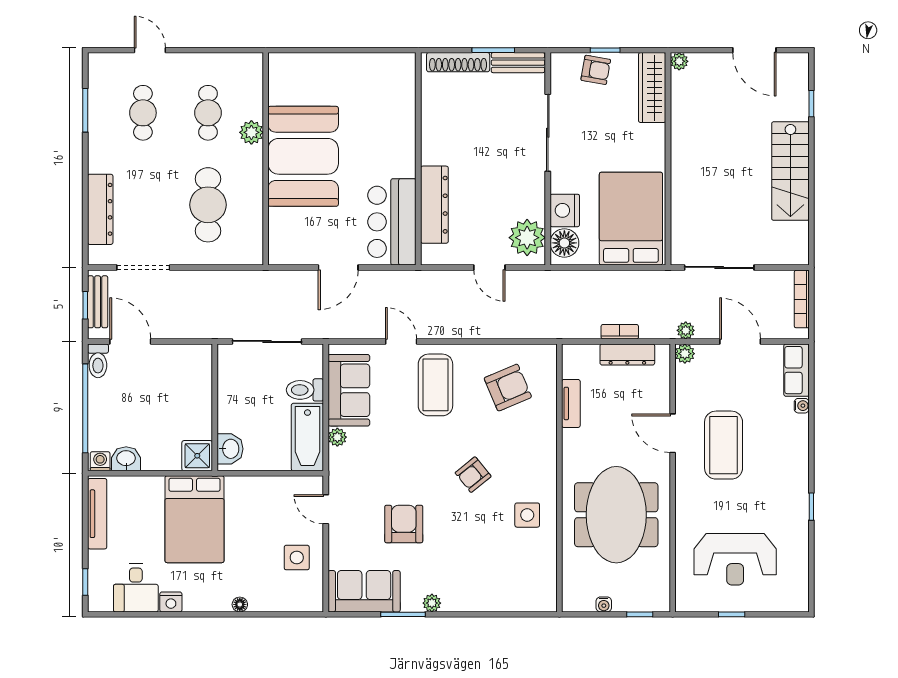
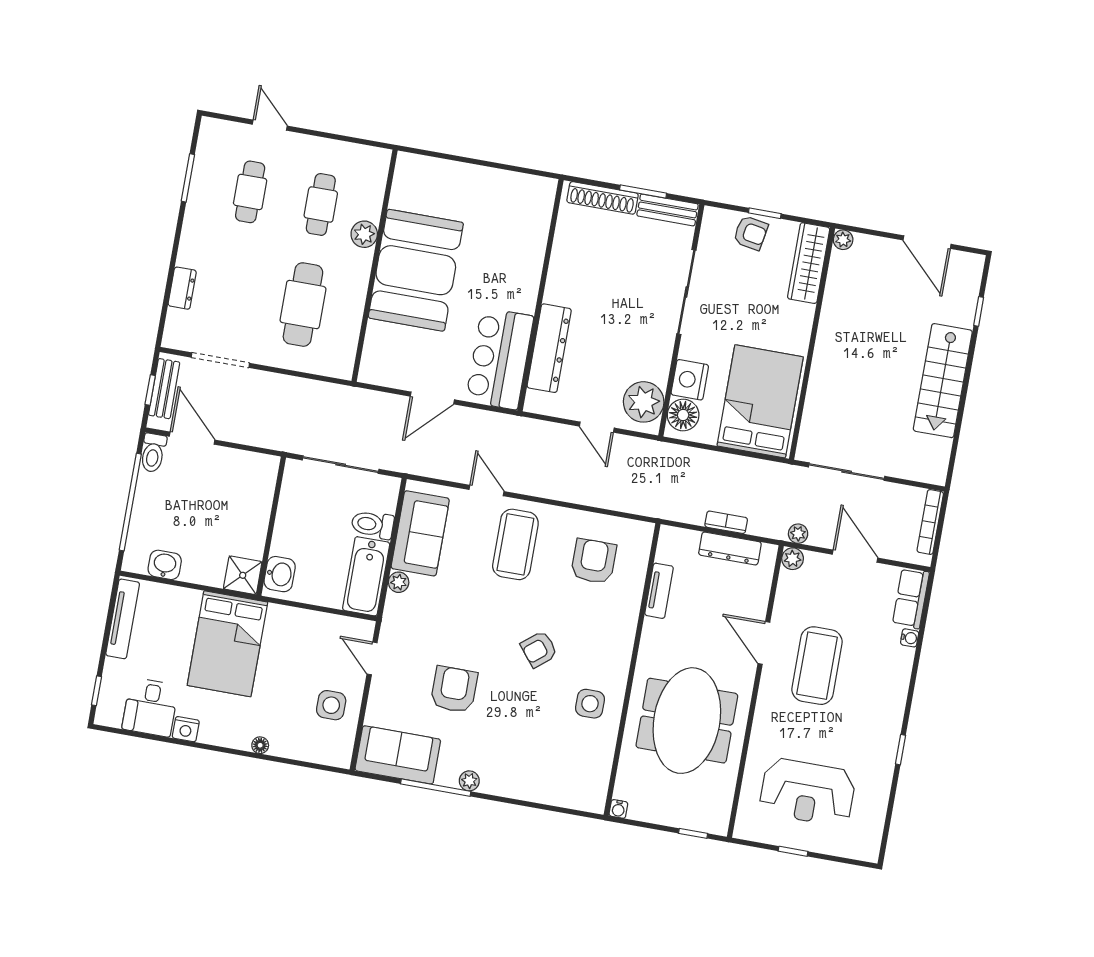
dresser: (100, 209) -> (182, 288), width x0.51, depth x0.80
armchair: (508, 388) -> (594, 561), turned -67
washing machine: (100, 461) -> (136, 562), removed
water cooler: (604, 604) -> (618, 809), moved
window: (403, 614) -> (436, 788), width x1.44

